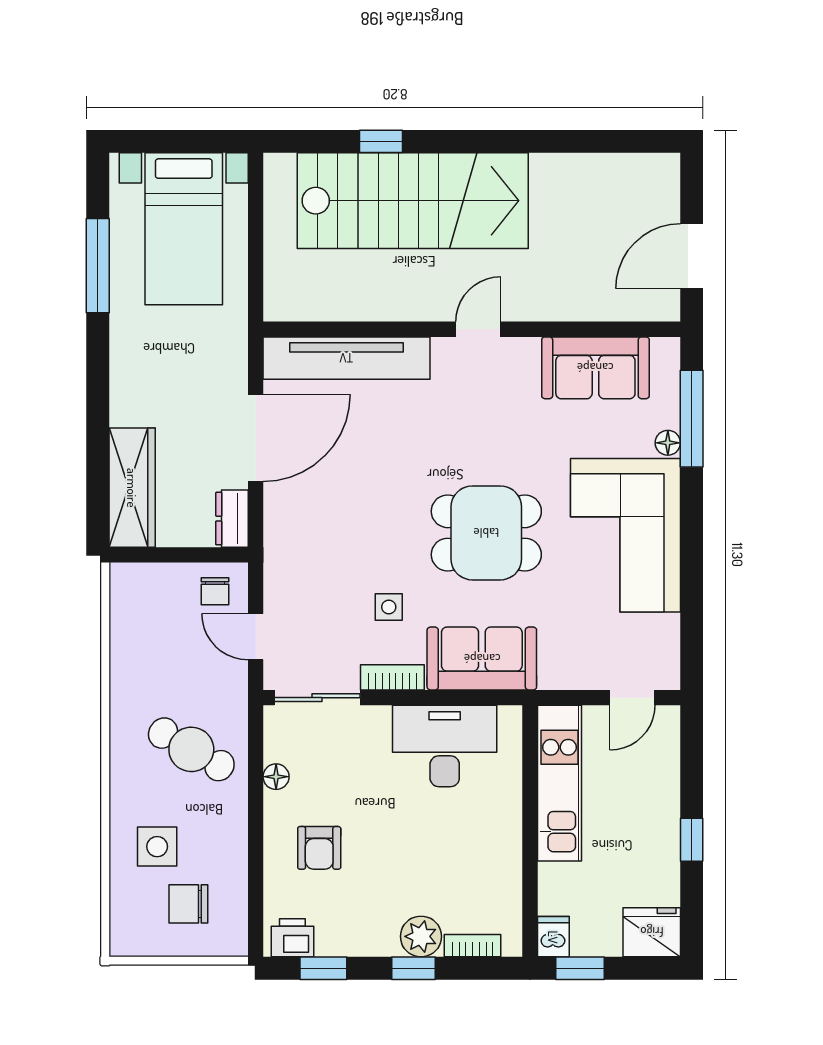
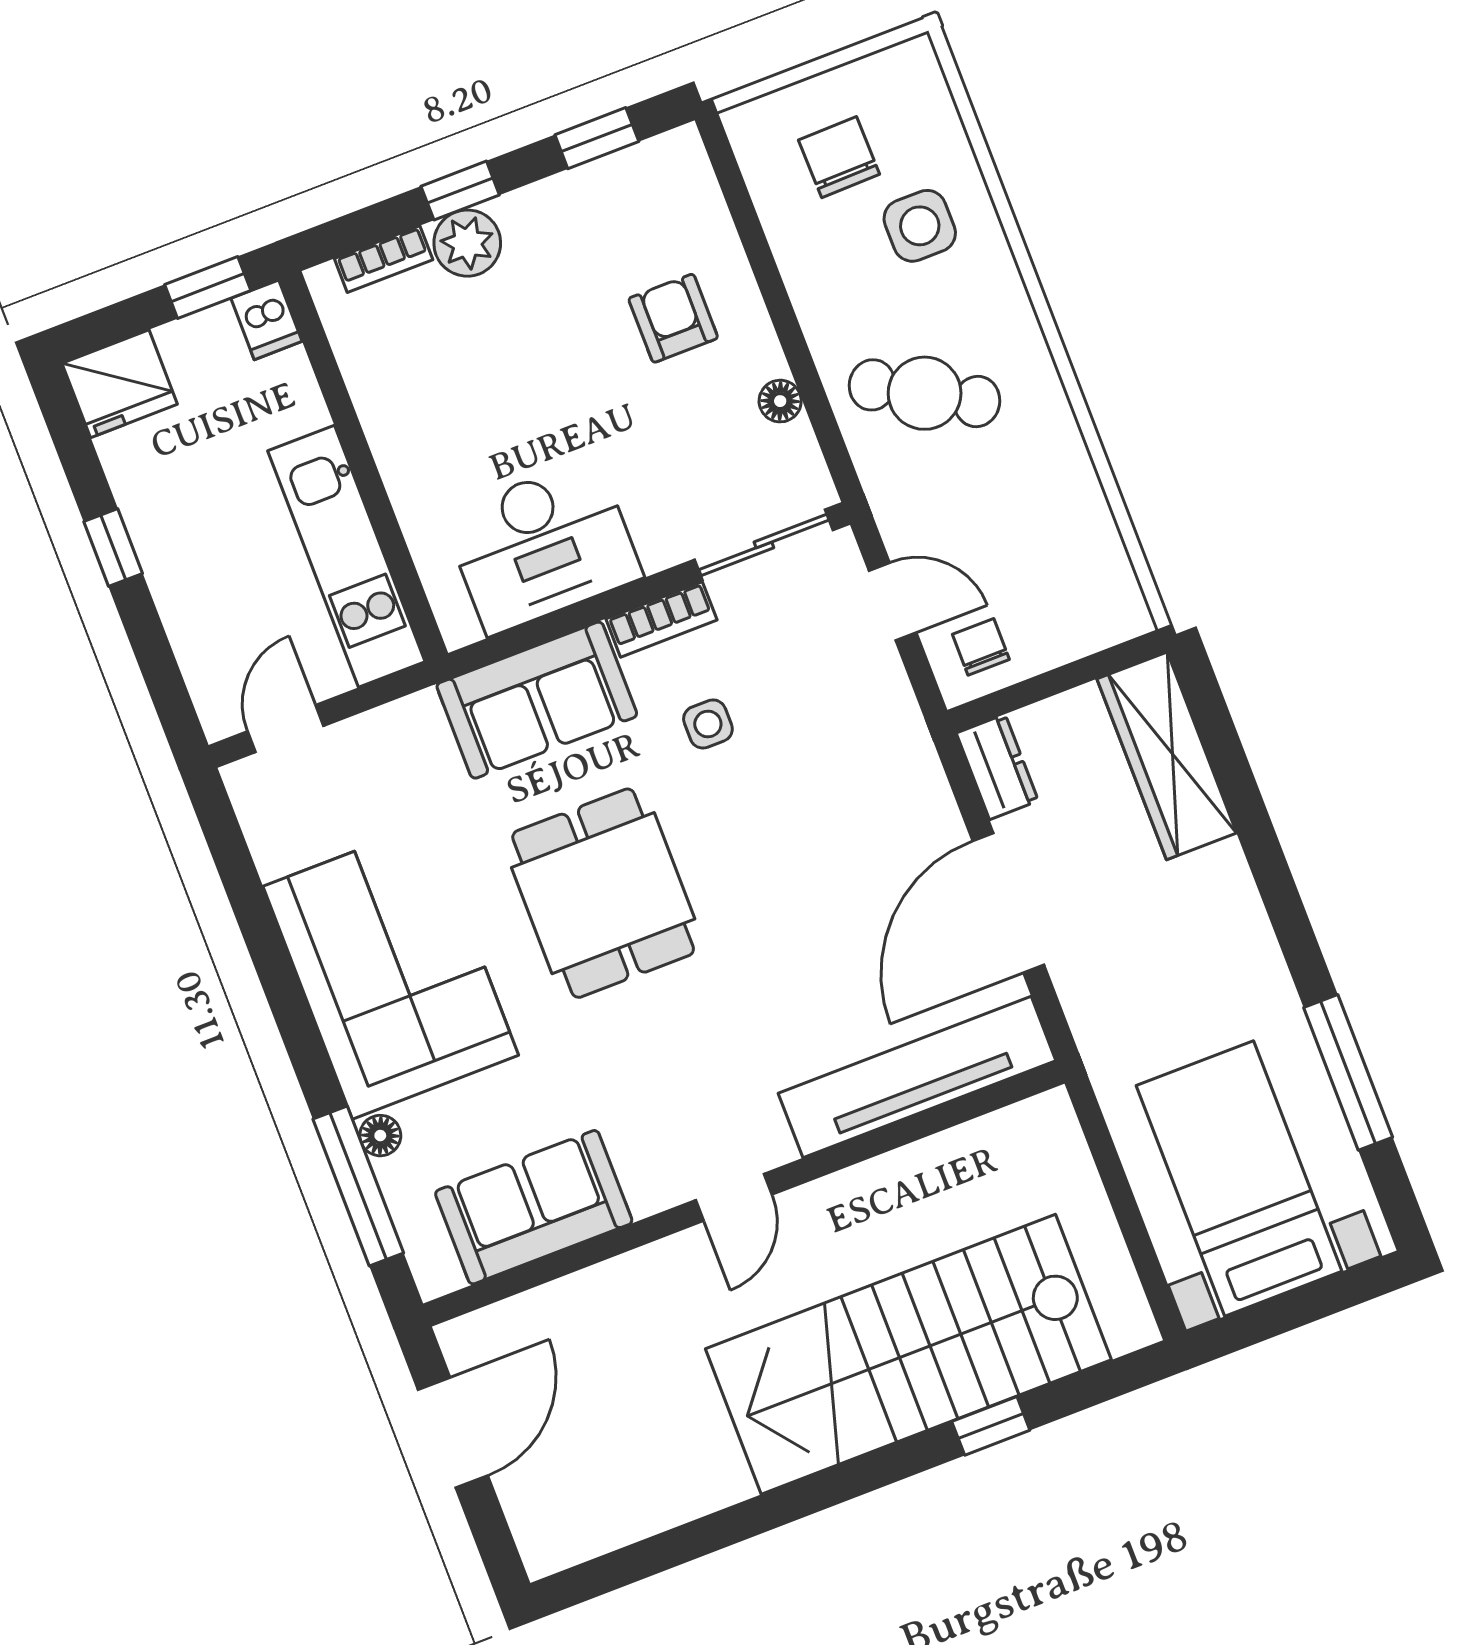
dining table: (486, 533) -> (603, 893), turned 90
chair: (188, 904) -> (839, 157), turned -91
printer: (292, 938) -> (662, 166), removed

